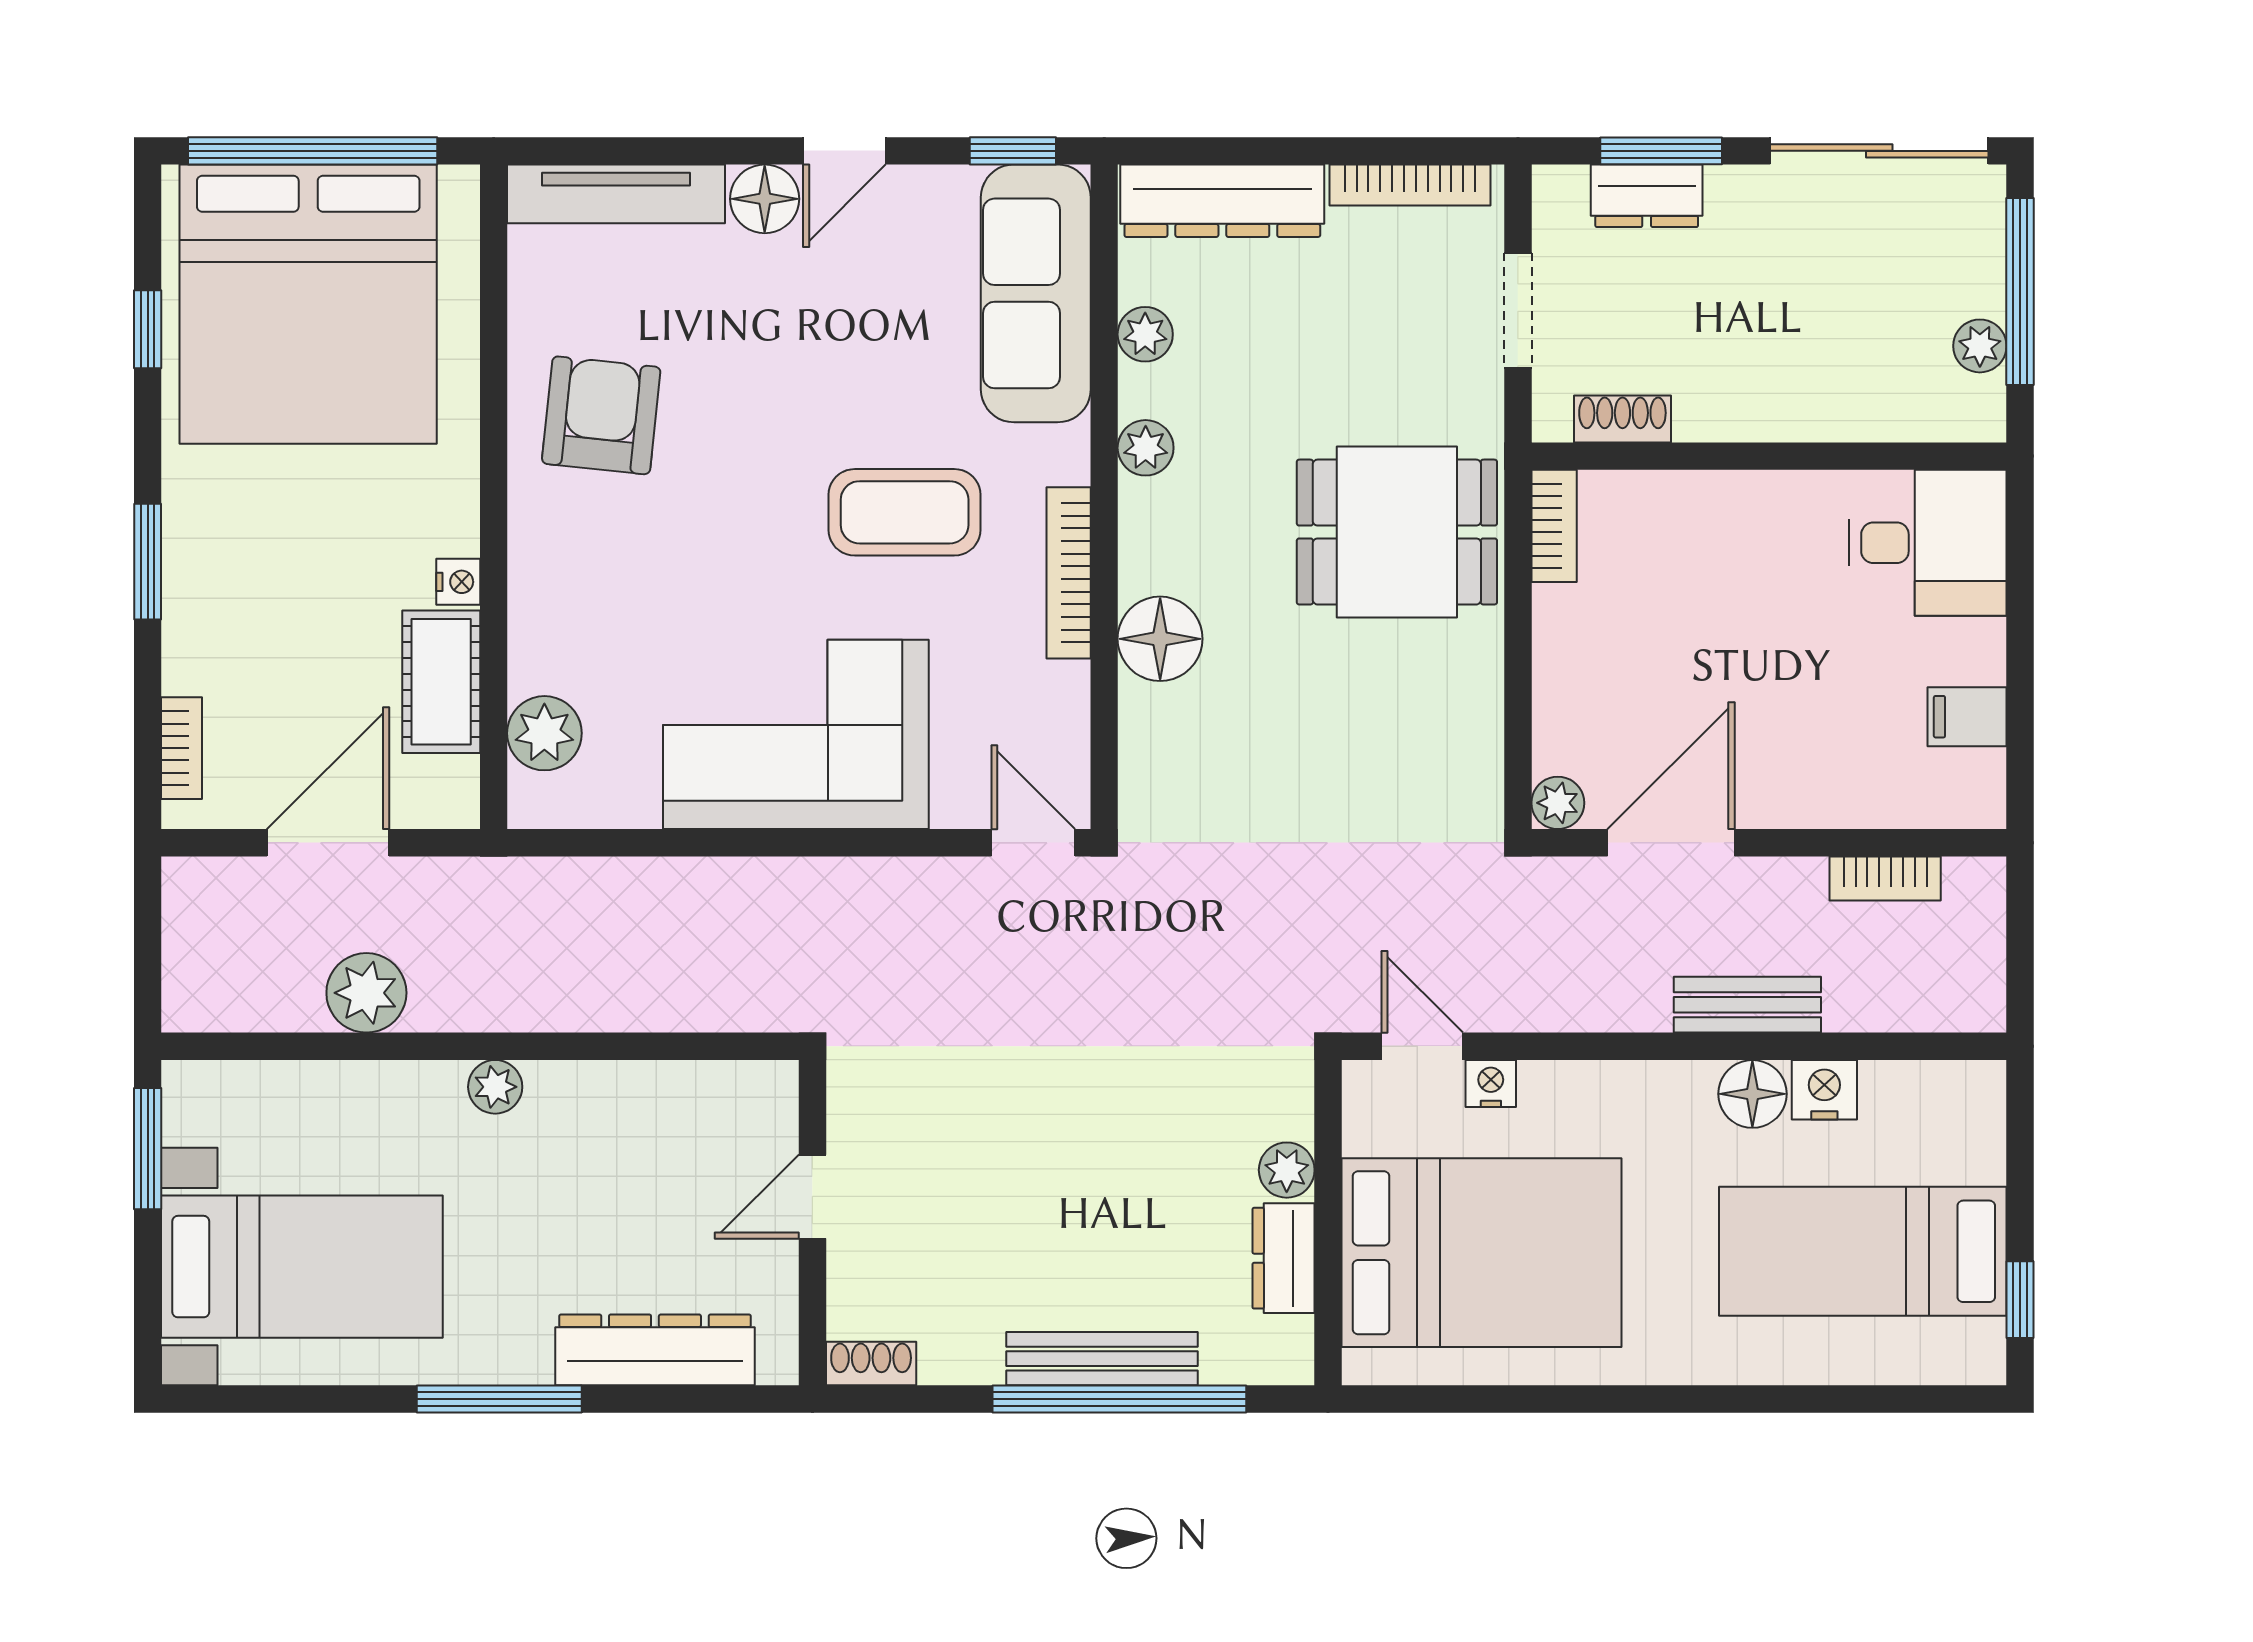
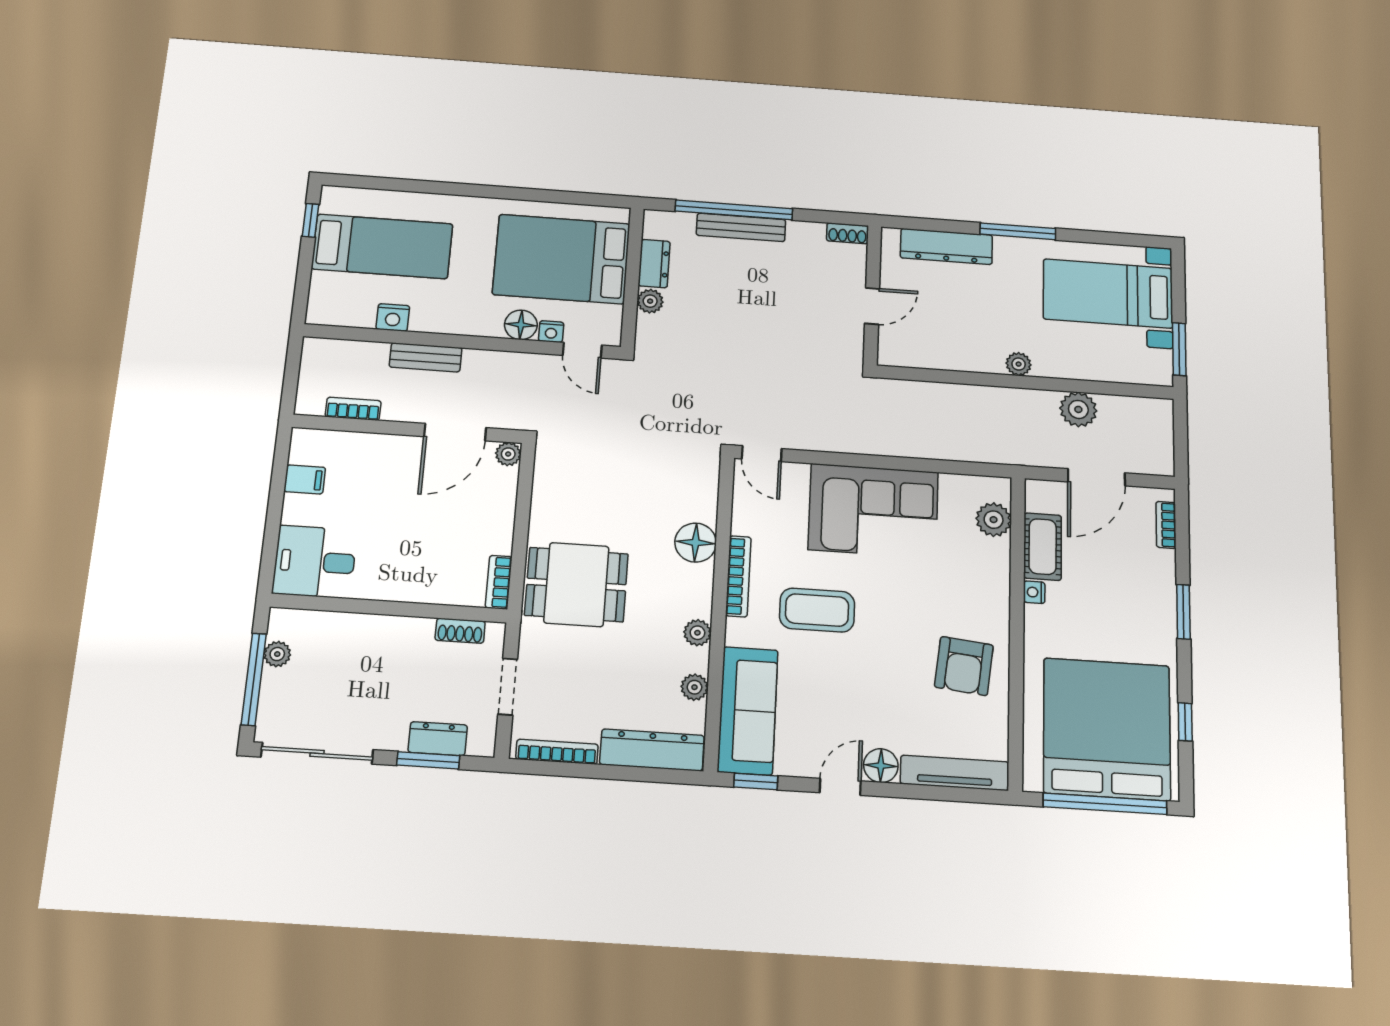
floor lamp: (1752, 1094) -> (521, 325), moved

